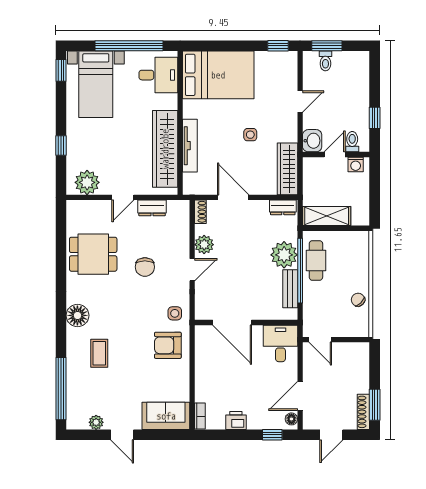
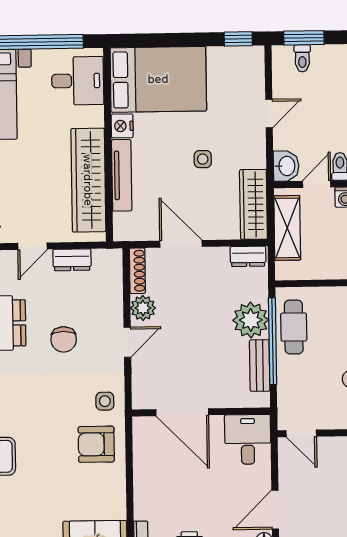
nightstand: (191, 109) -> (122, 126), added
shoe rack: (200, 212) -> (137, 271), width x1.43
shelving: (327, 216) -> (287, 228), moved, turned 90

